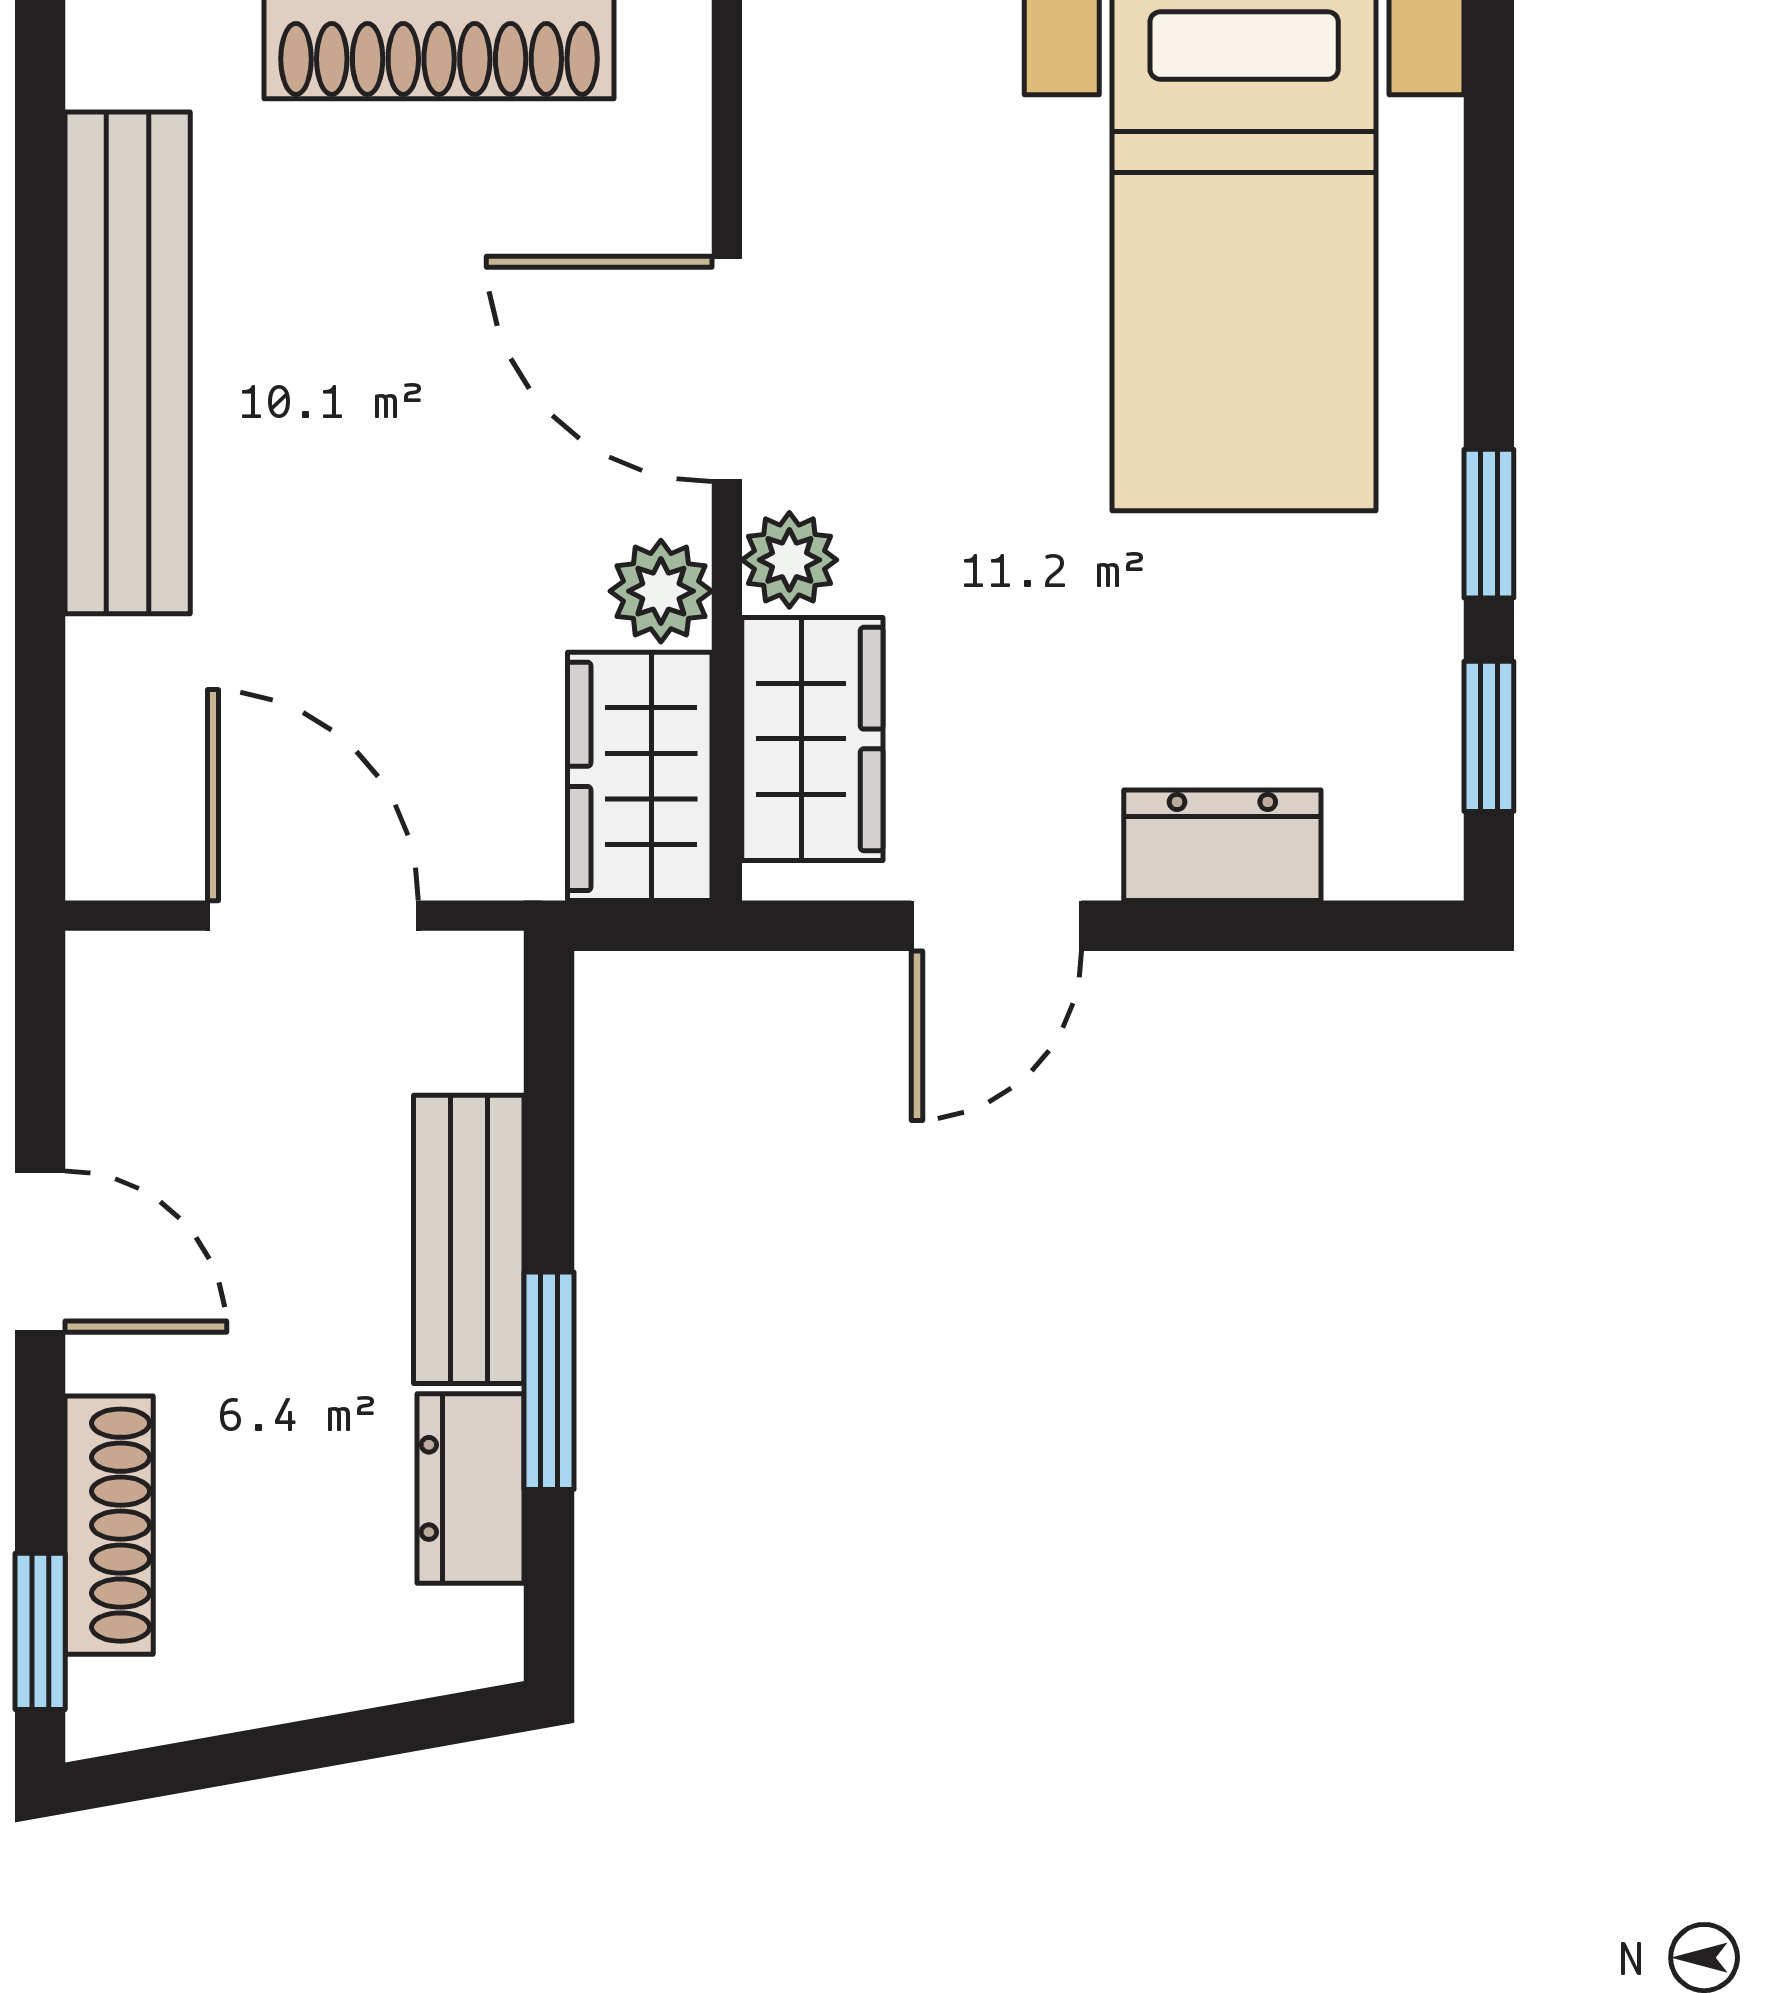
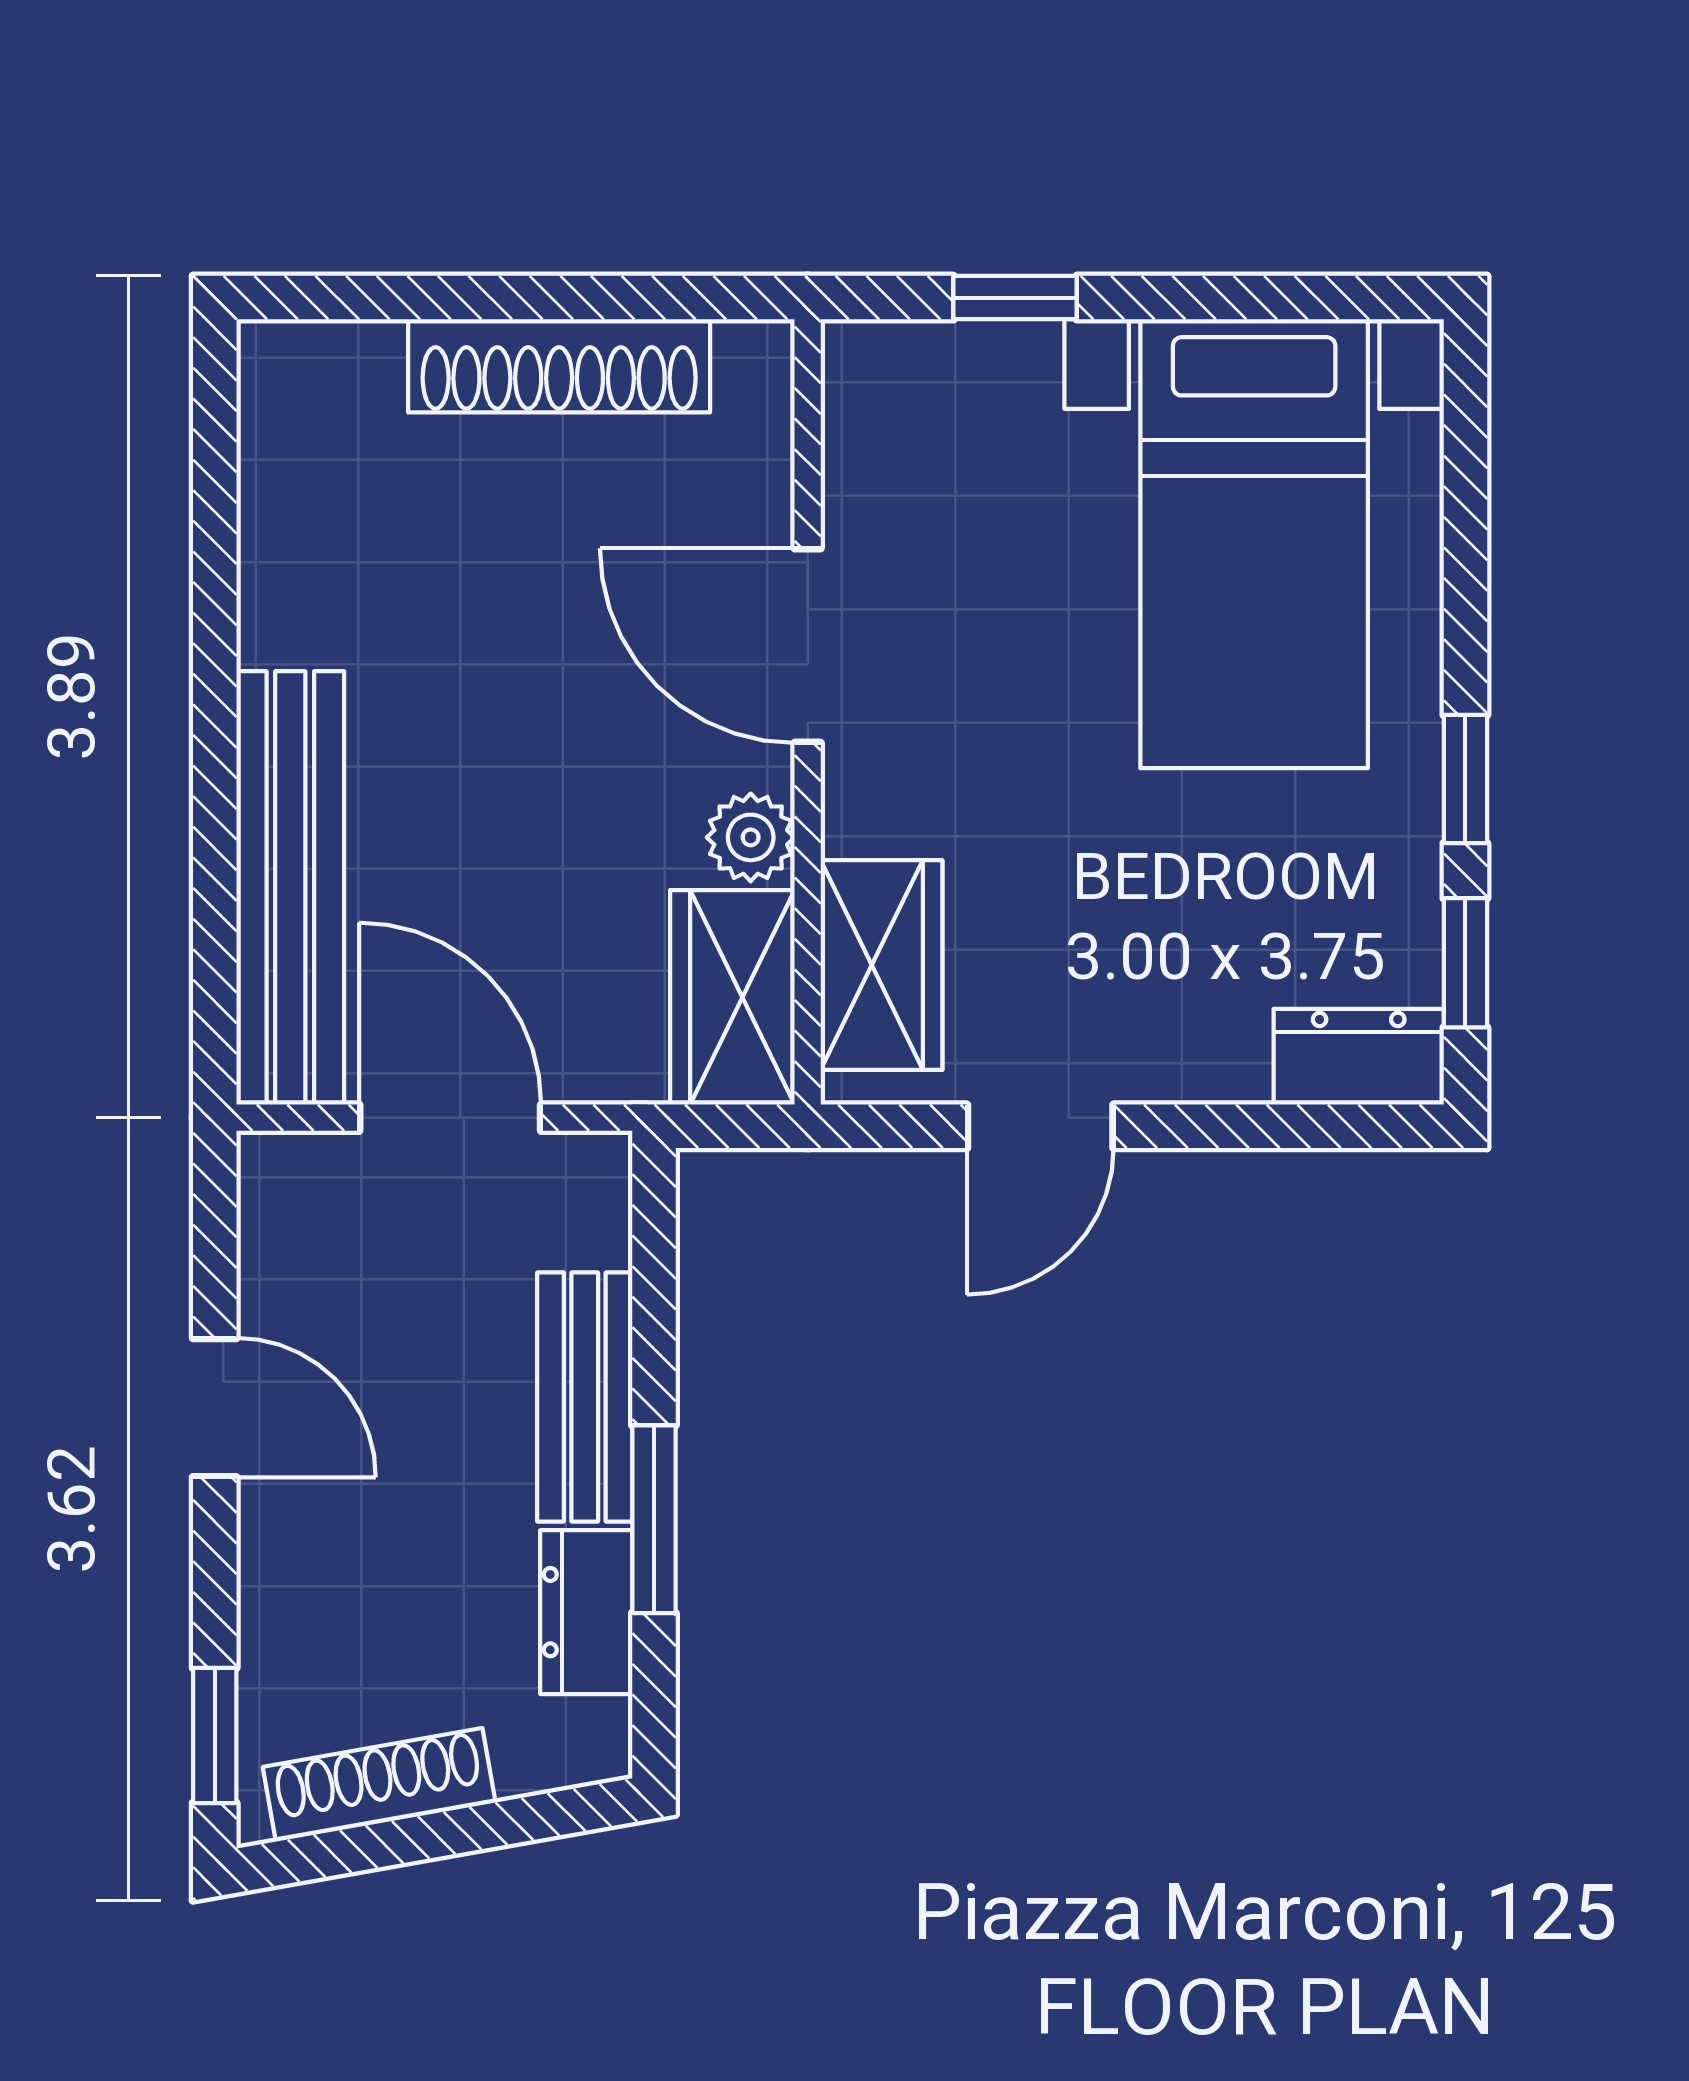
bench: (128, 363) -> (290, 888), moved
plant: (789, 560) -> (862, 810), removed
dresser: (1222, 845) -> (1359, 1057), moved
shoe rack: (109, 1525) -> (379, 1785), moved, turned -100

